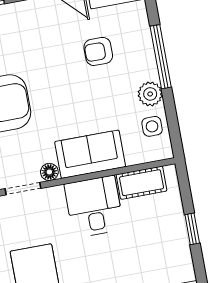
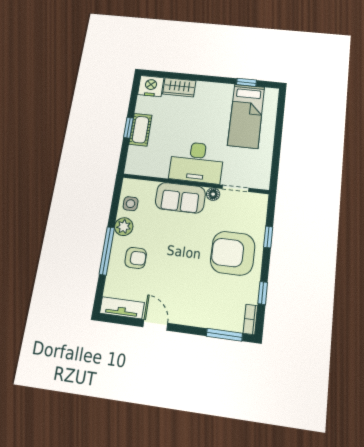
armchair: (98, 51) -> (136, 258), moved
cot: (142, 183) -> (141, 130), moved, turned 90
desk: (94, 207) -> (197, 162), width x1.37

